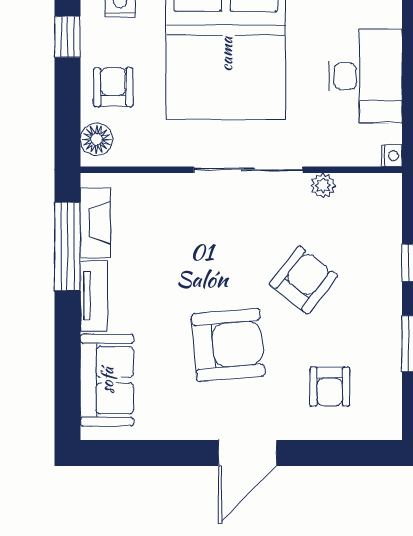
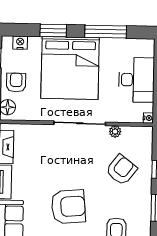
armchair: (303, 280) -> (121, 170), moved

